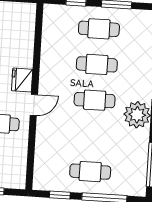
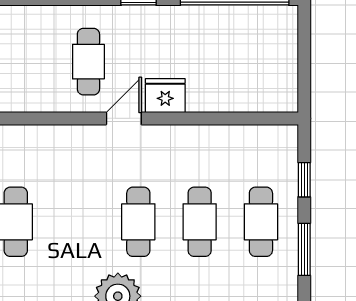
door: (34, 105) -> (124, 118), swing flipped

